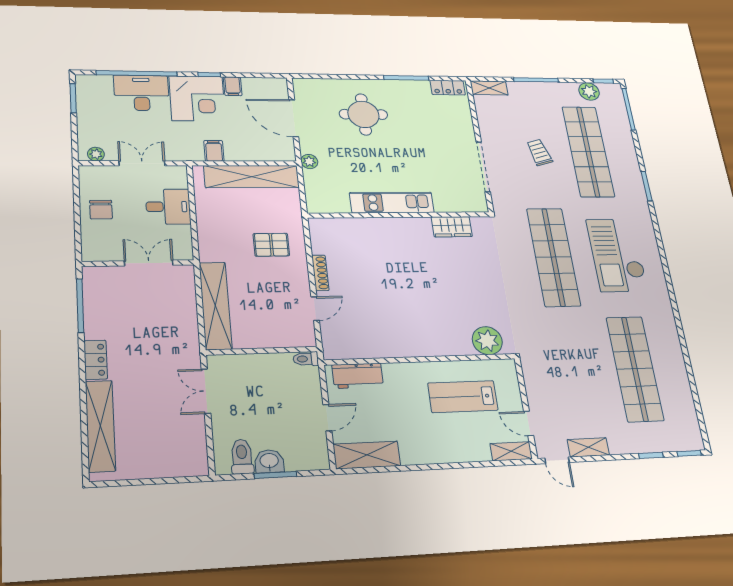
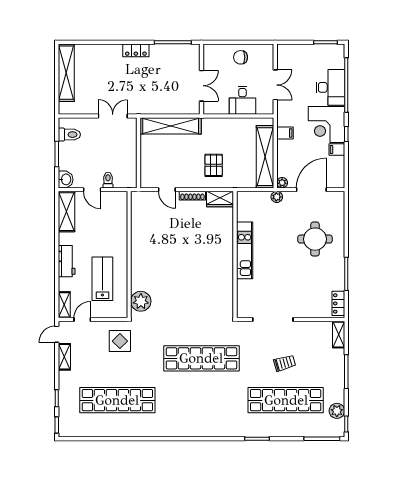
plant: (96, 154) -> (282, 183), moved
wardrobe: (452, 227) -> (220, 199), moved, turned -90
checkout: (617, 255) -> (202, 405), removed
toilet: (306, 359) -> (108, 180), moved
display table: (550, 368) -> (120, 341), added
workbench: (358, 376) -> (67, 261), moved, turned 180
shelving: (100, 426) -> (66, 73), moved, turned 90
washbasin: (269, 461) -> (66, 179), moved

